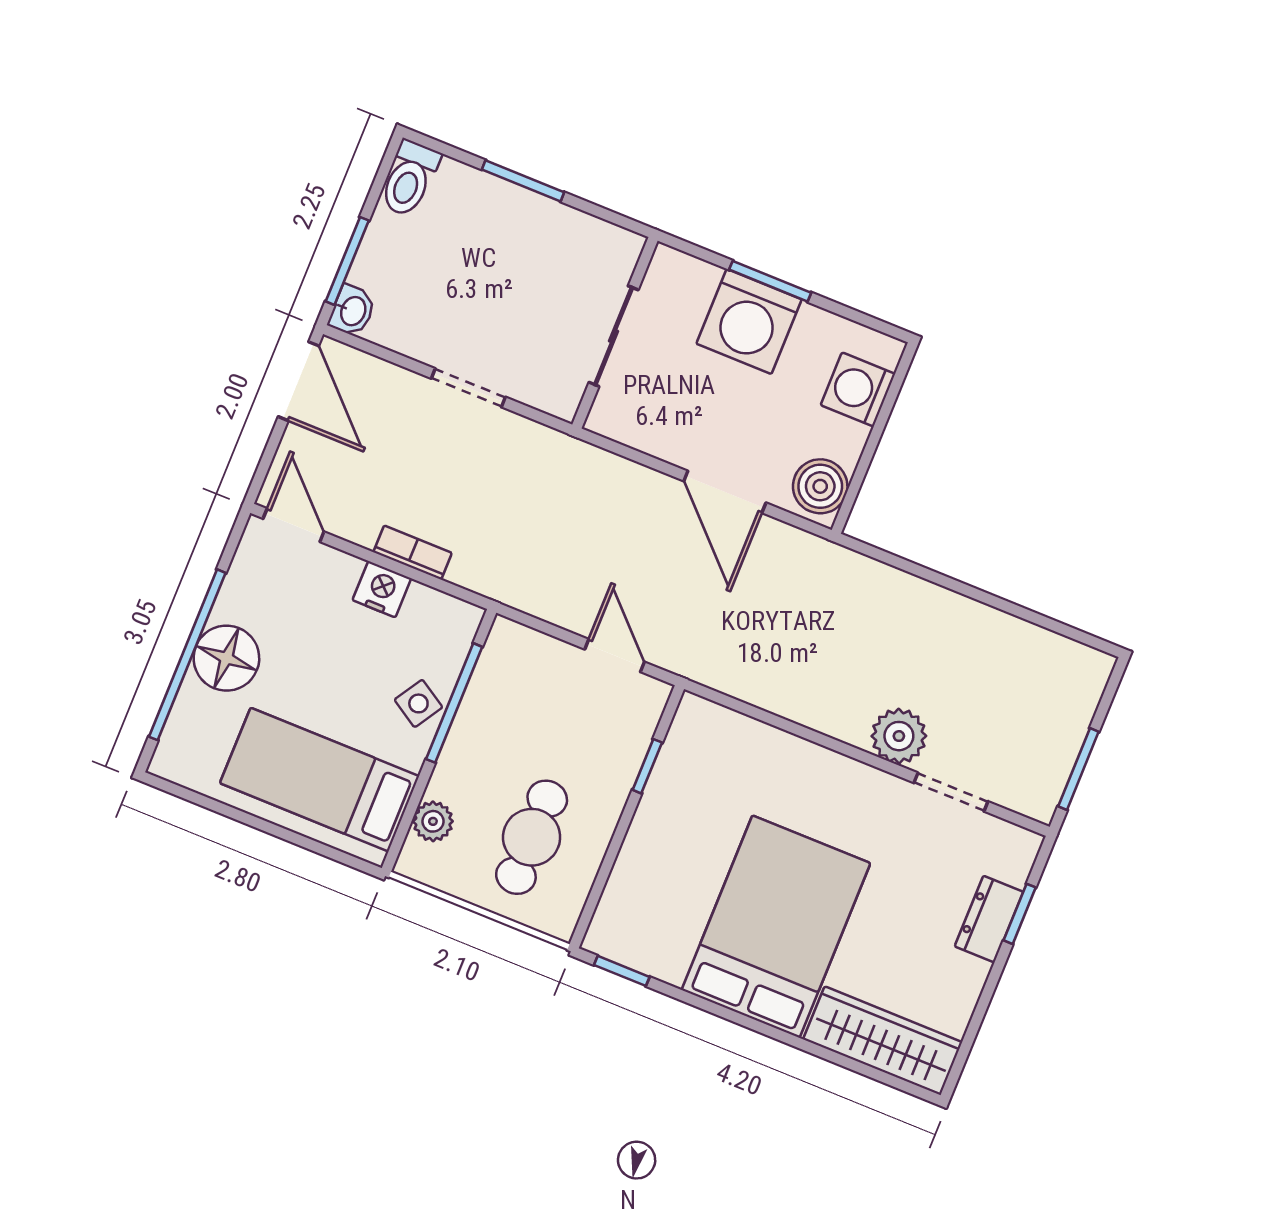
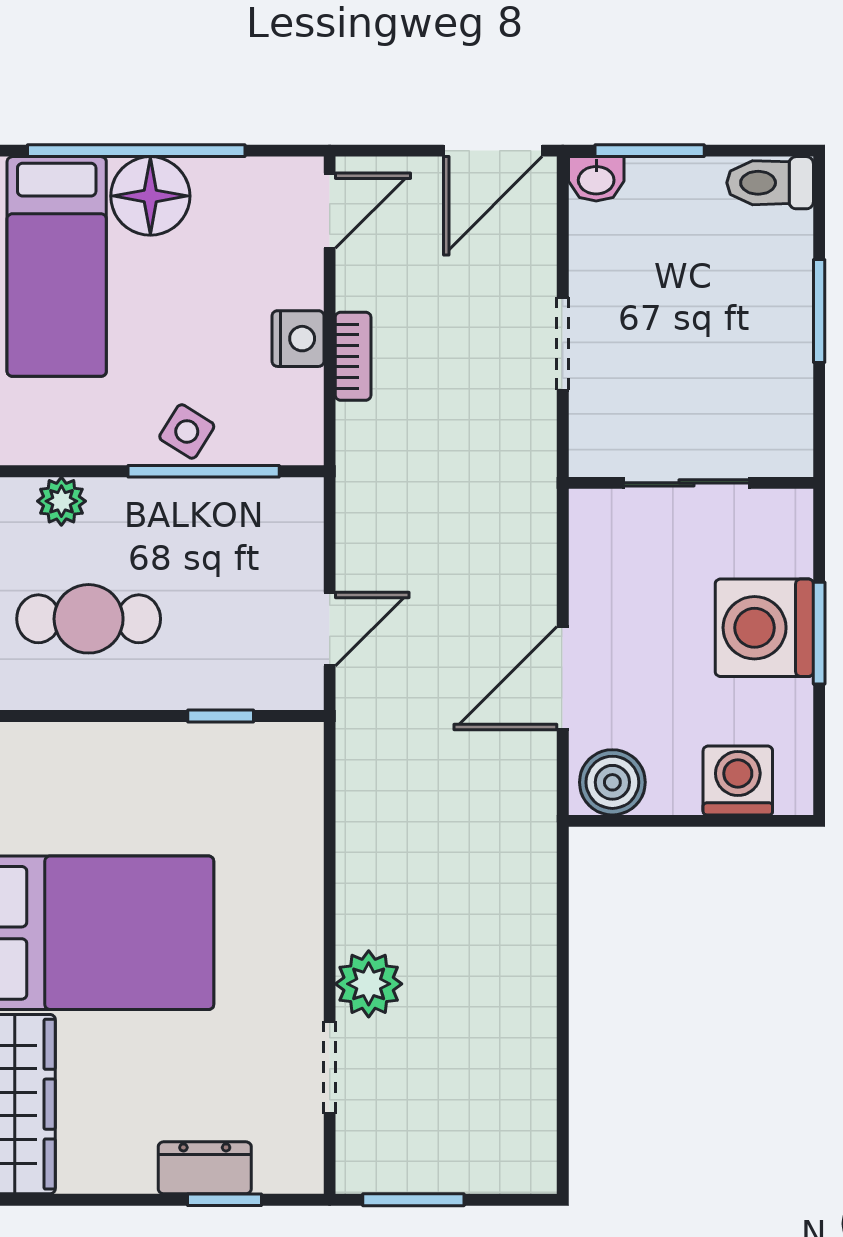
bed: (320, 780) -> (57, 266), moved, turned 180

